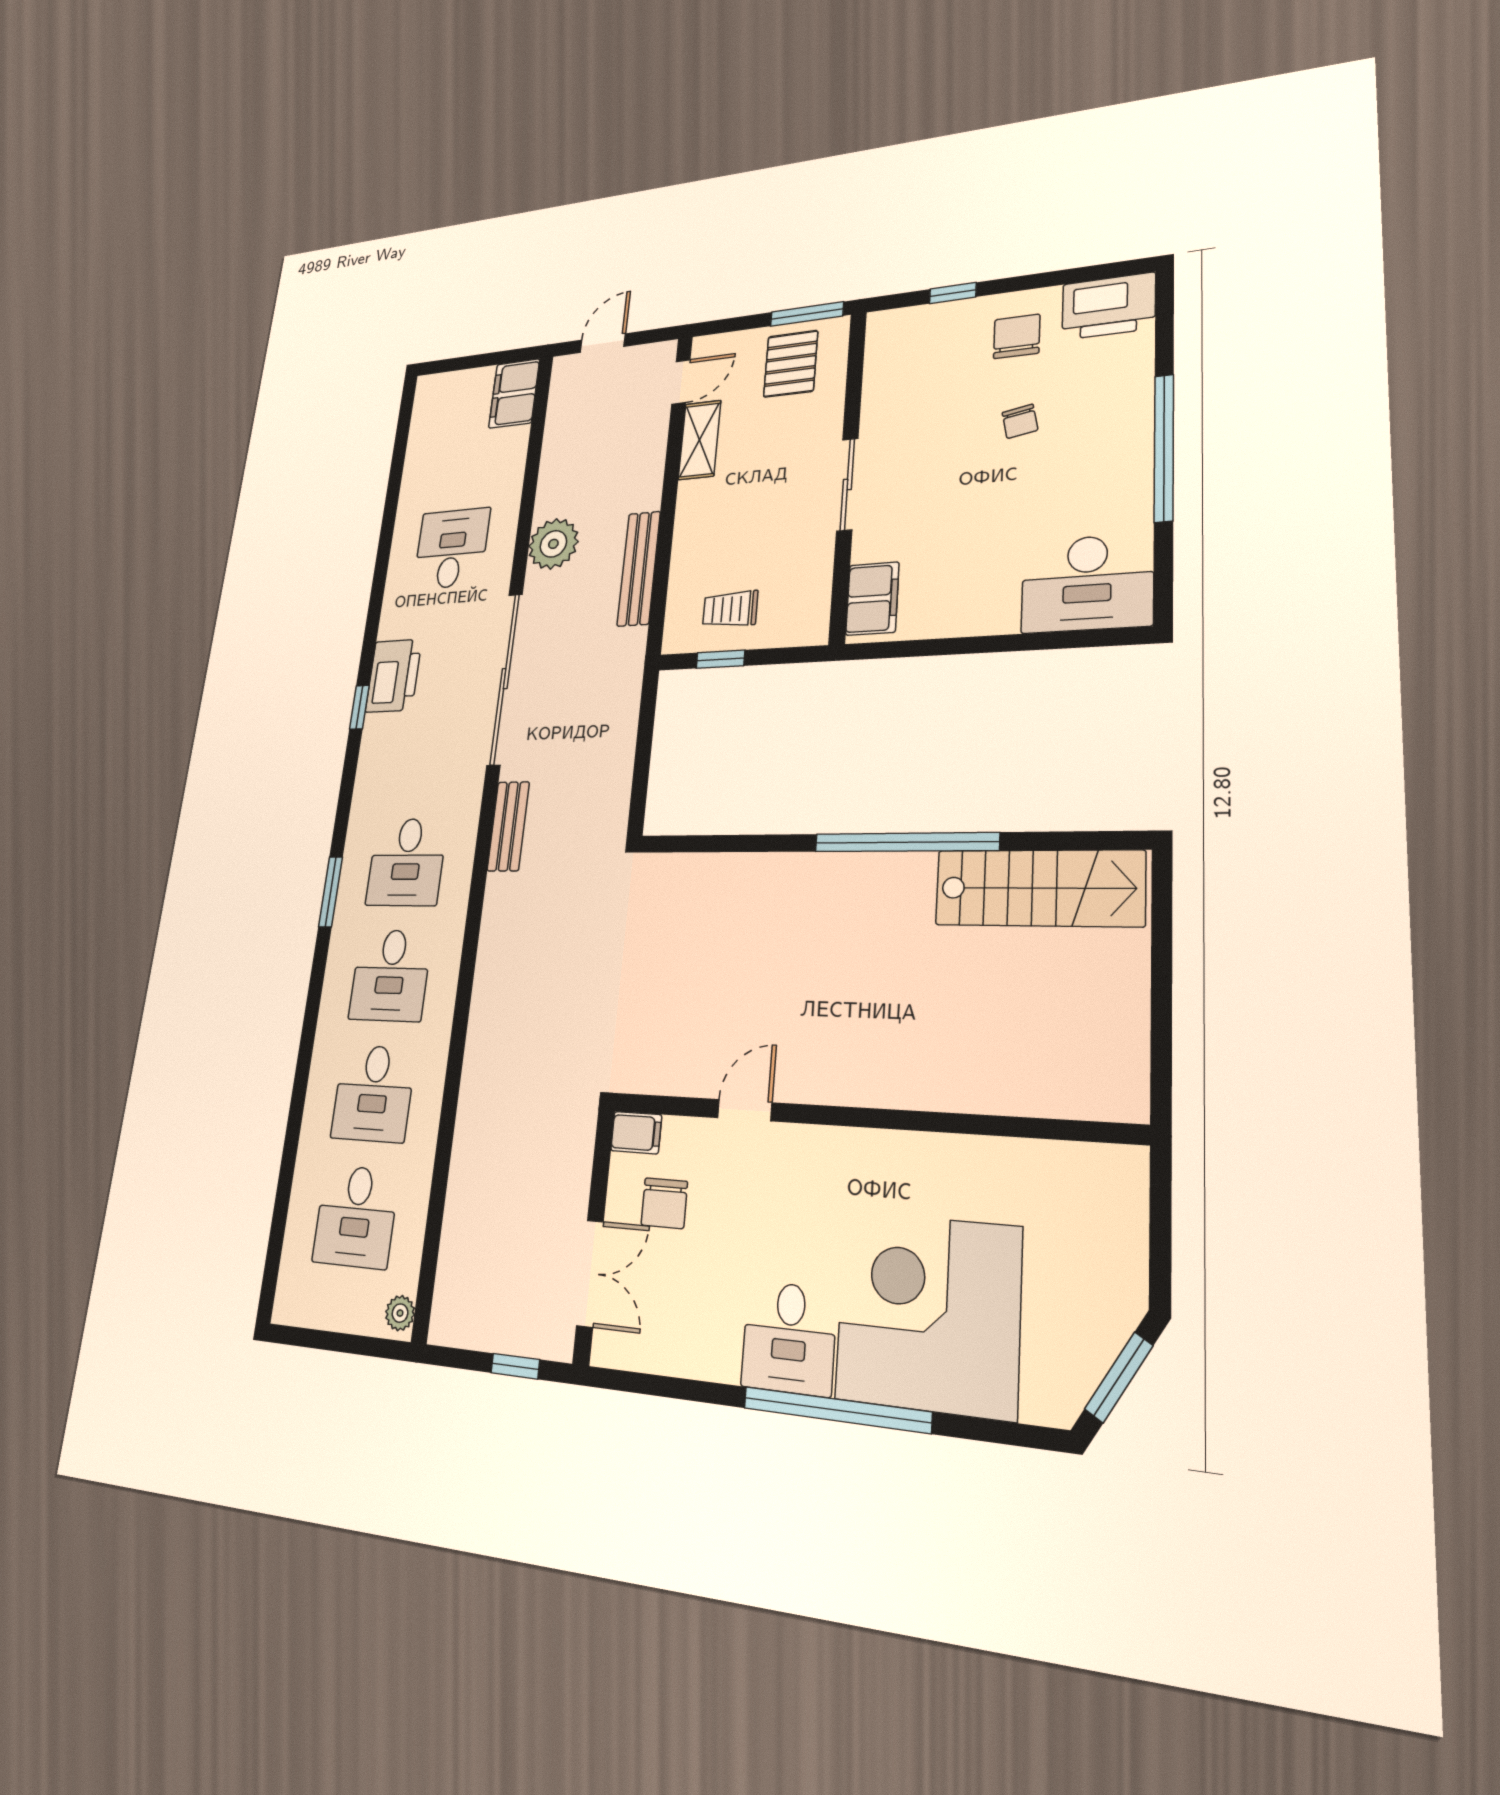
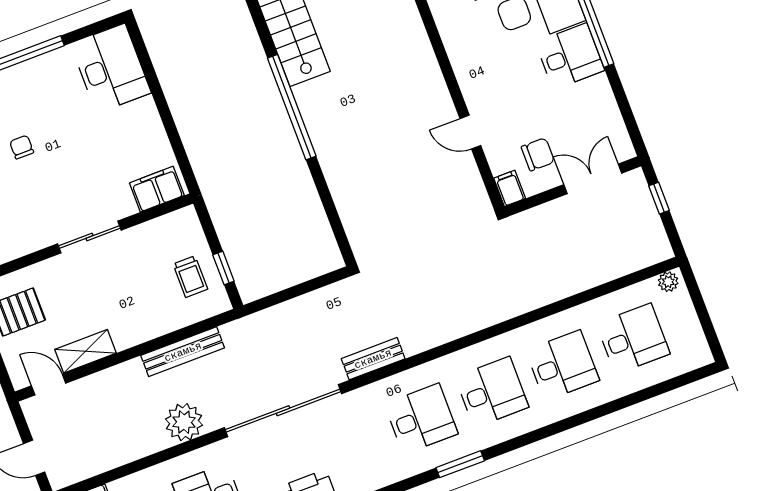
chair: (1020, 421) -> (22, 147), turned -79

